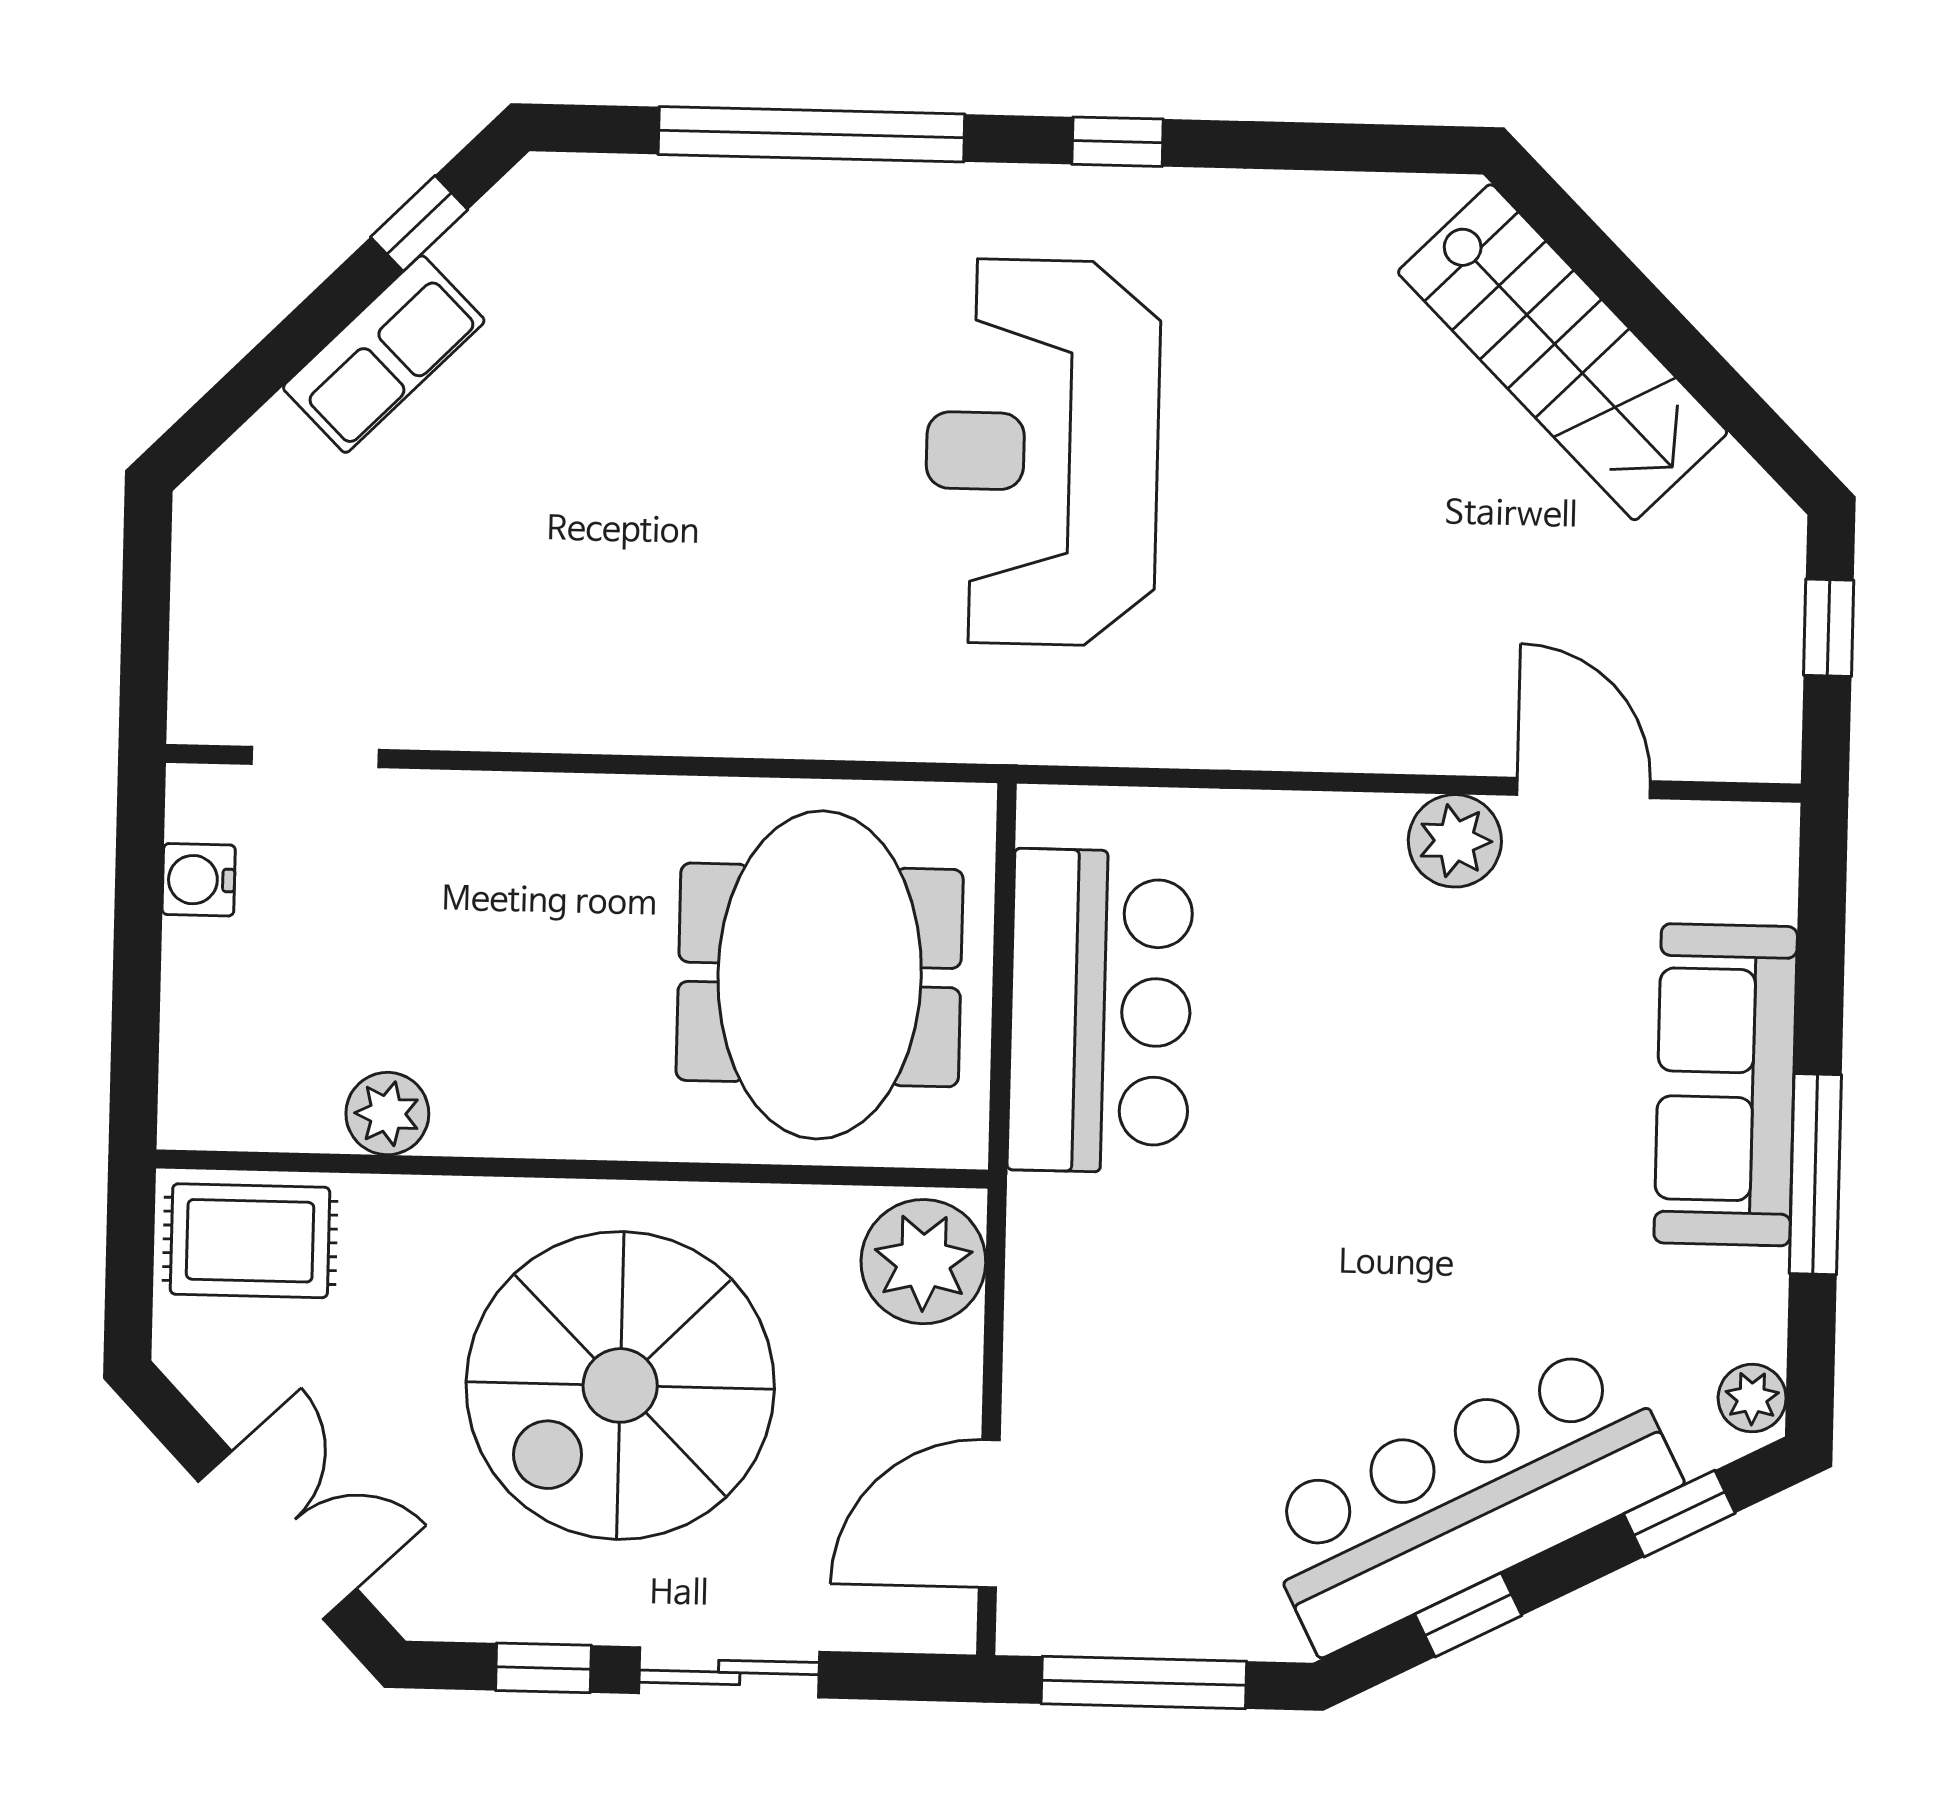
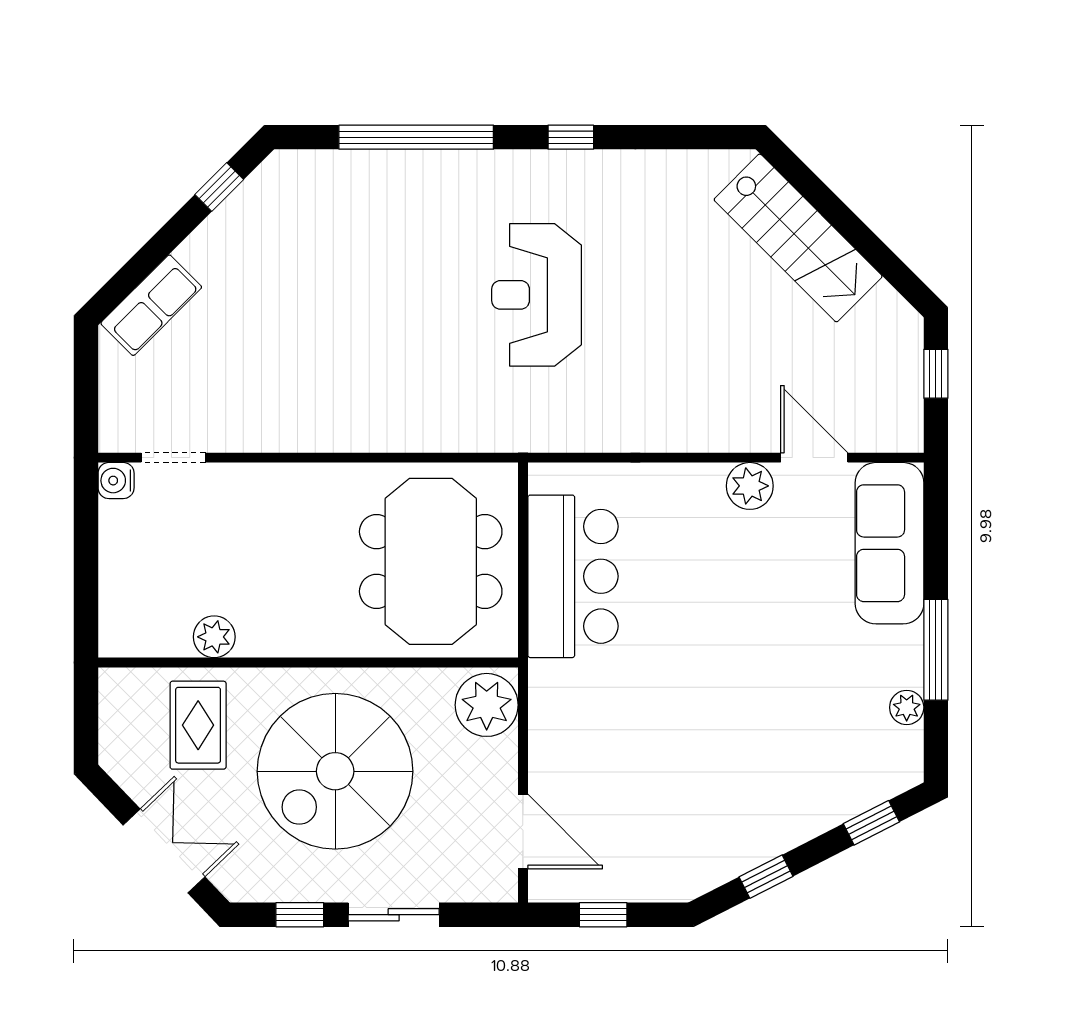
row of seats: (384, 354) -> (151, 305), moved
reception desk: (1042, 452) -> (537, 295), width x0.74, depth x0.77
water cooler: (199, 880) -> (116, 481), moved
sofa: (1726, 1085) -> (889, 543), moved
rug: (250, 1241) -> (198, 725), moved, turned 90
plant: (1752, 1398) -> (907, 707), moved
bar counter: (1467, 1497) -> (764, 817), removed
door: (989, 1514) -> (523, 831), swing flipped
window: (1144, 1683) -> (603, 915), width x0.46

